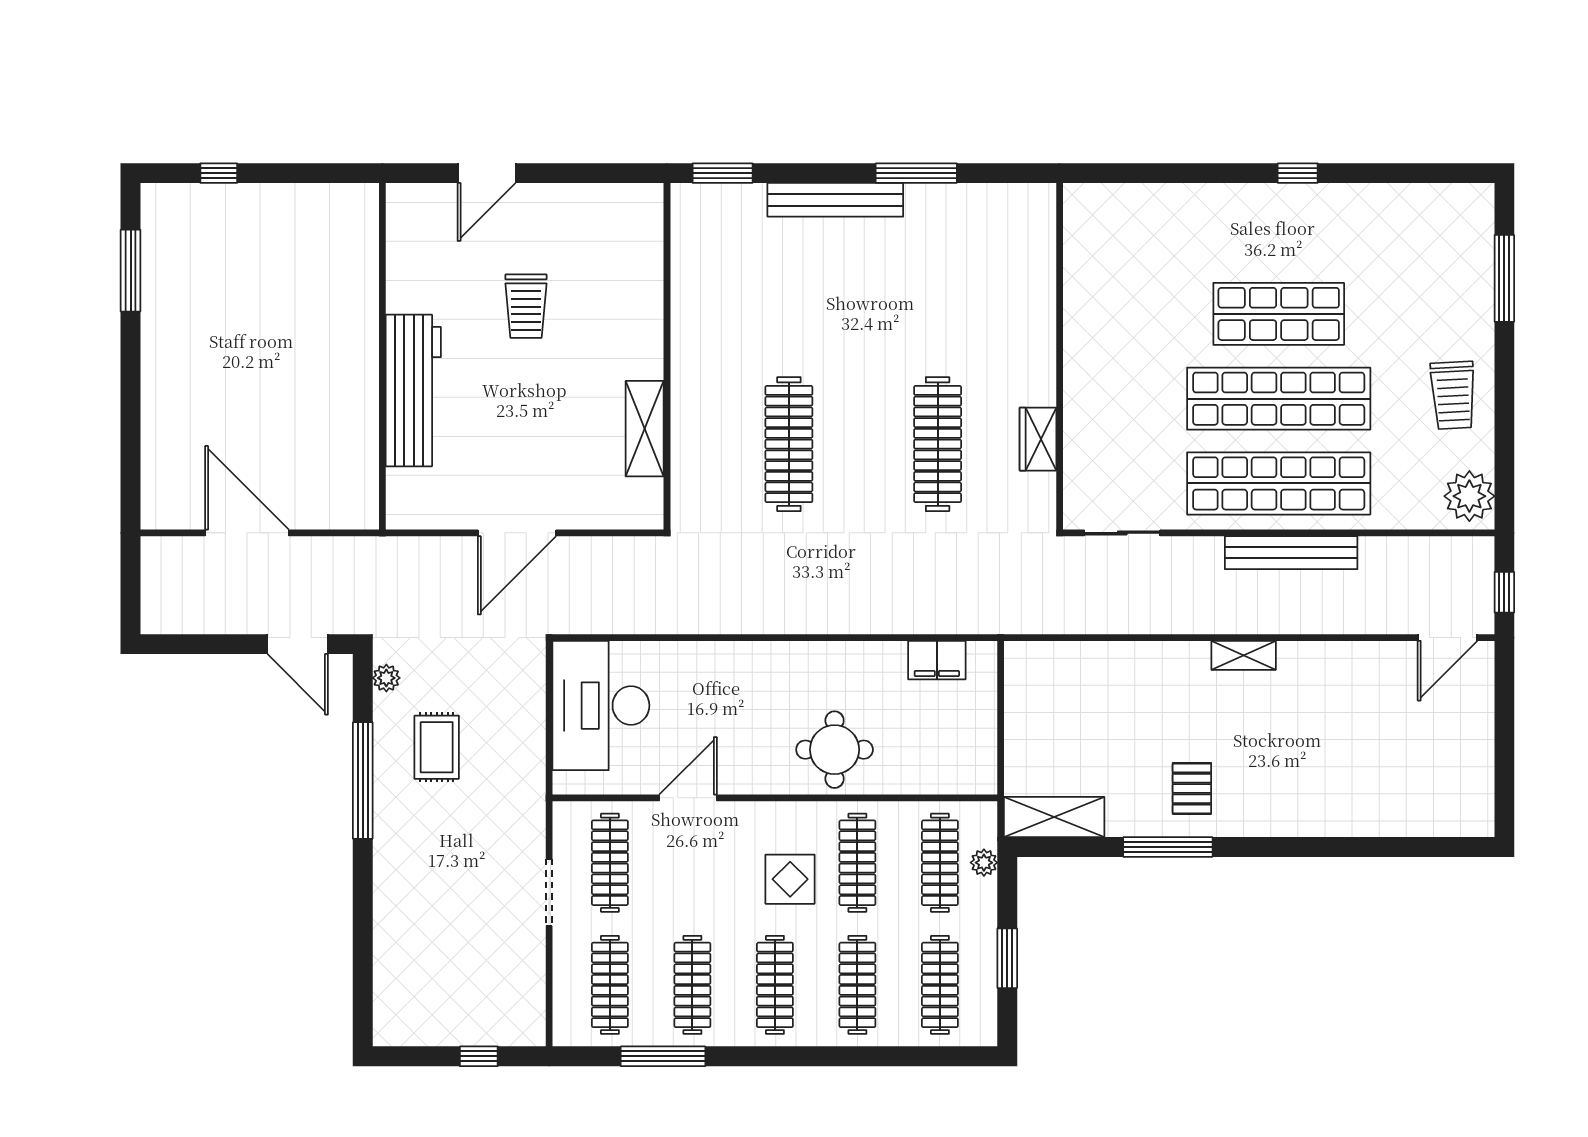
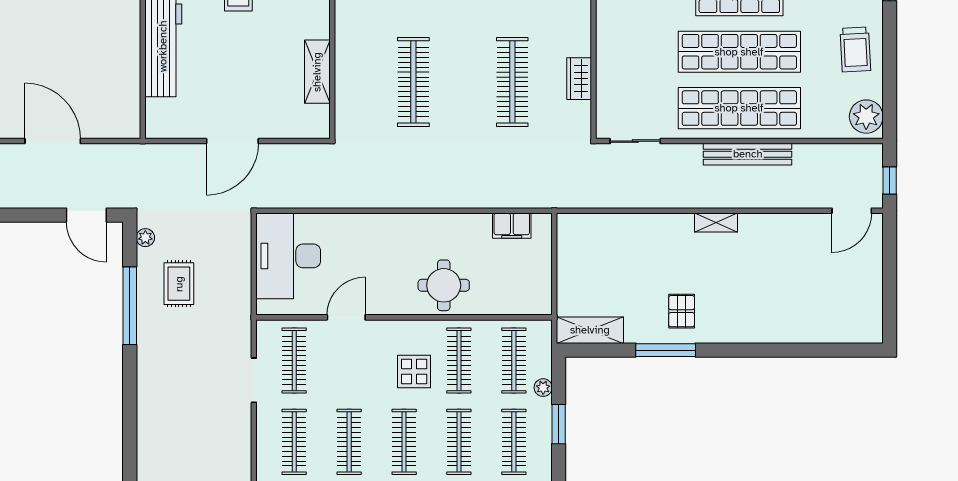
plant: (984, 863) -> (543, 388), moved

